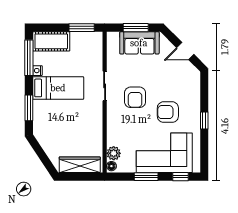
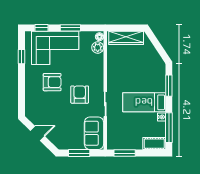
cot: (51, 41) -> (154, 144), width x0.73, depth x0.75
sofa: (139, 43) -> (94, 133), moved, turned -90
window: (204, 120) -> (22, 57), moved

